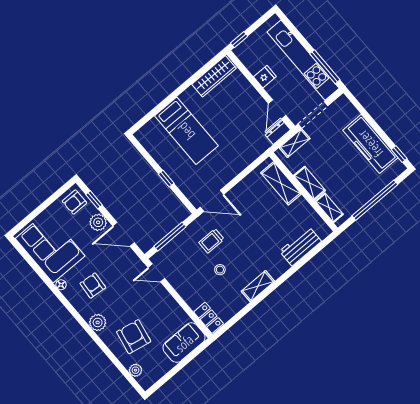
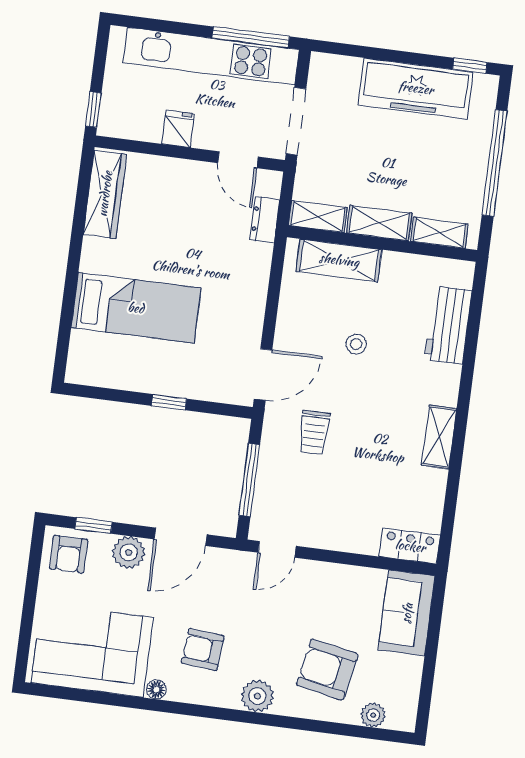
dresser: (278, 132) -> (265, 220), moved
shelving: (295, 143) -> (318, 217), moved, turned 90
stool: (220, 270) -> (356, 344), moved

